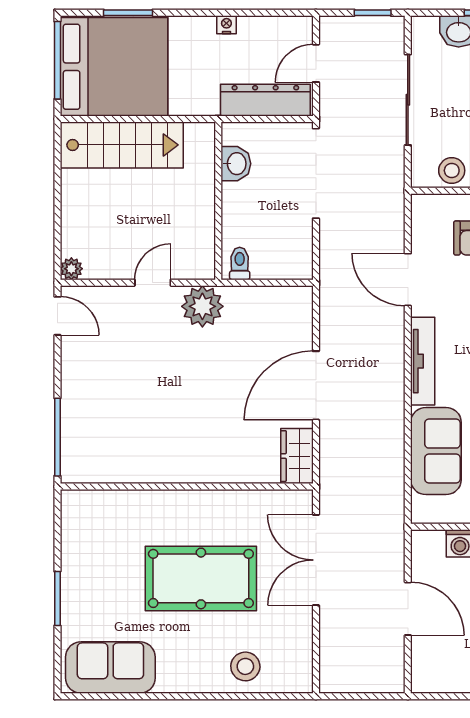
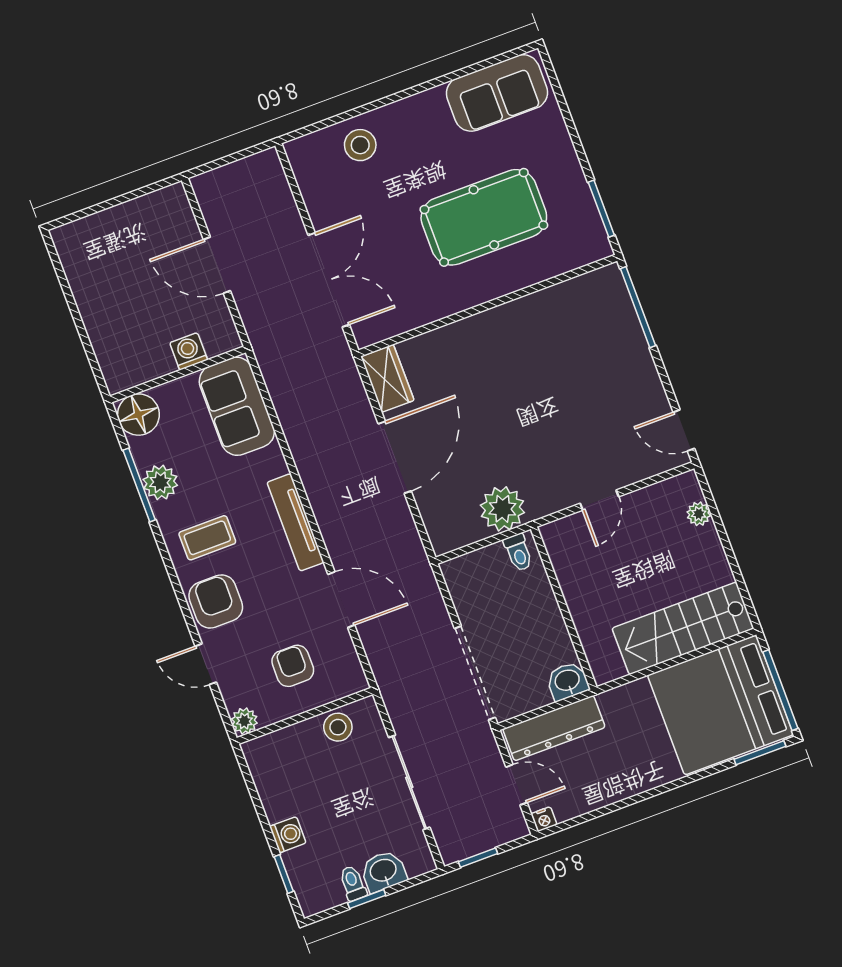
window: (128, 13) -> (760, 753), moved
nightstand: (226, 25) -> (544, 819), moved
door: (316, 63) -> (516, 785), hinge flipped
washbasin: (236, 164) -> (567, 681), moved, turned 90
plant: (71, 269) -> (699, 514), moved
plant: (202, 306) -> (502, 509), moved
sofa: (436, 451) -> (237, 406), moved
pool table: (201, 578) -> (484, 217), moved
window: (57, 598) -> (601, 209), moved

